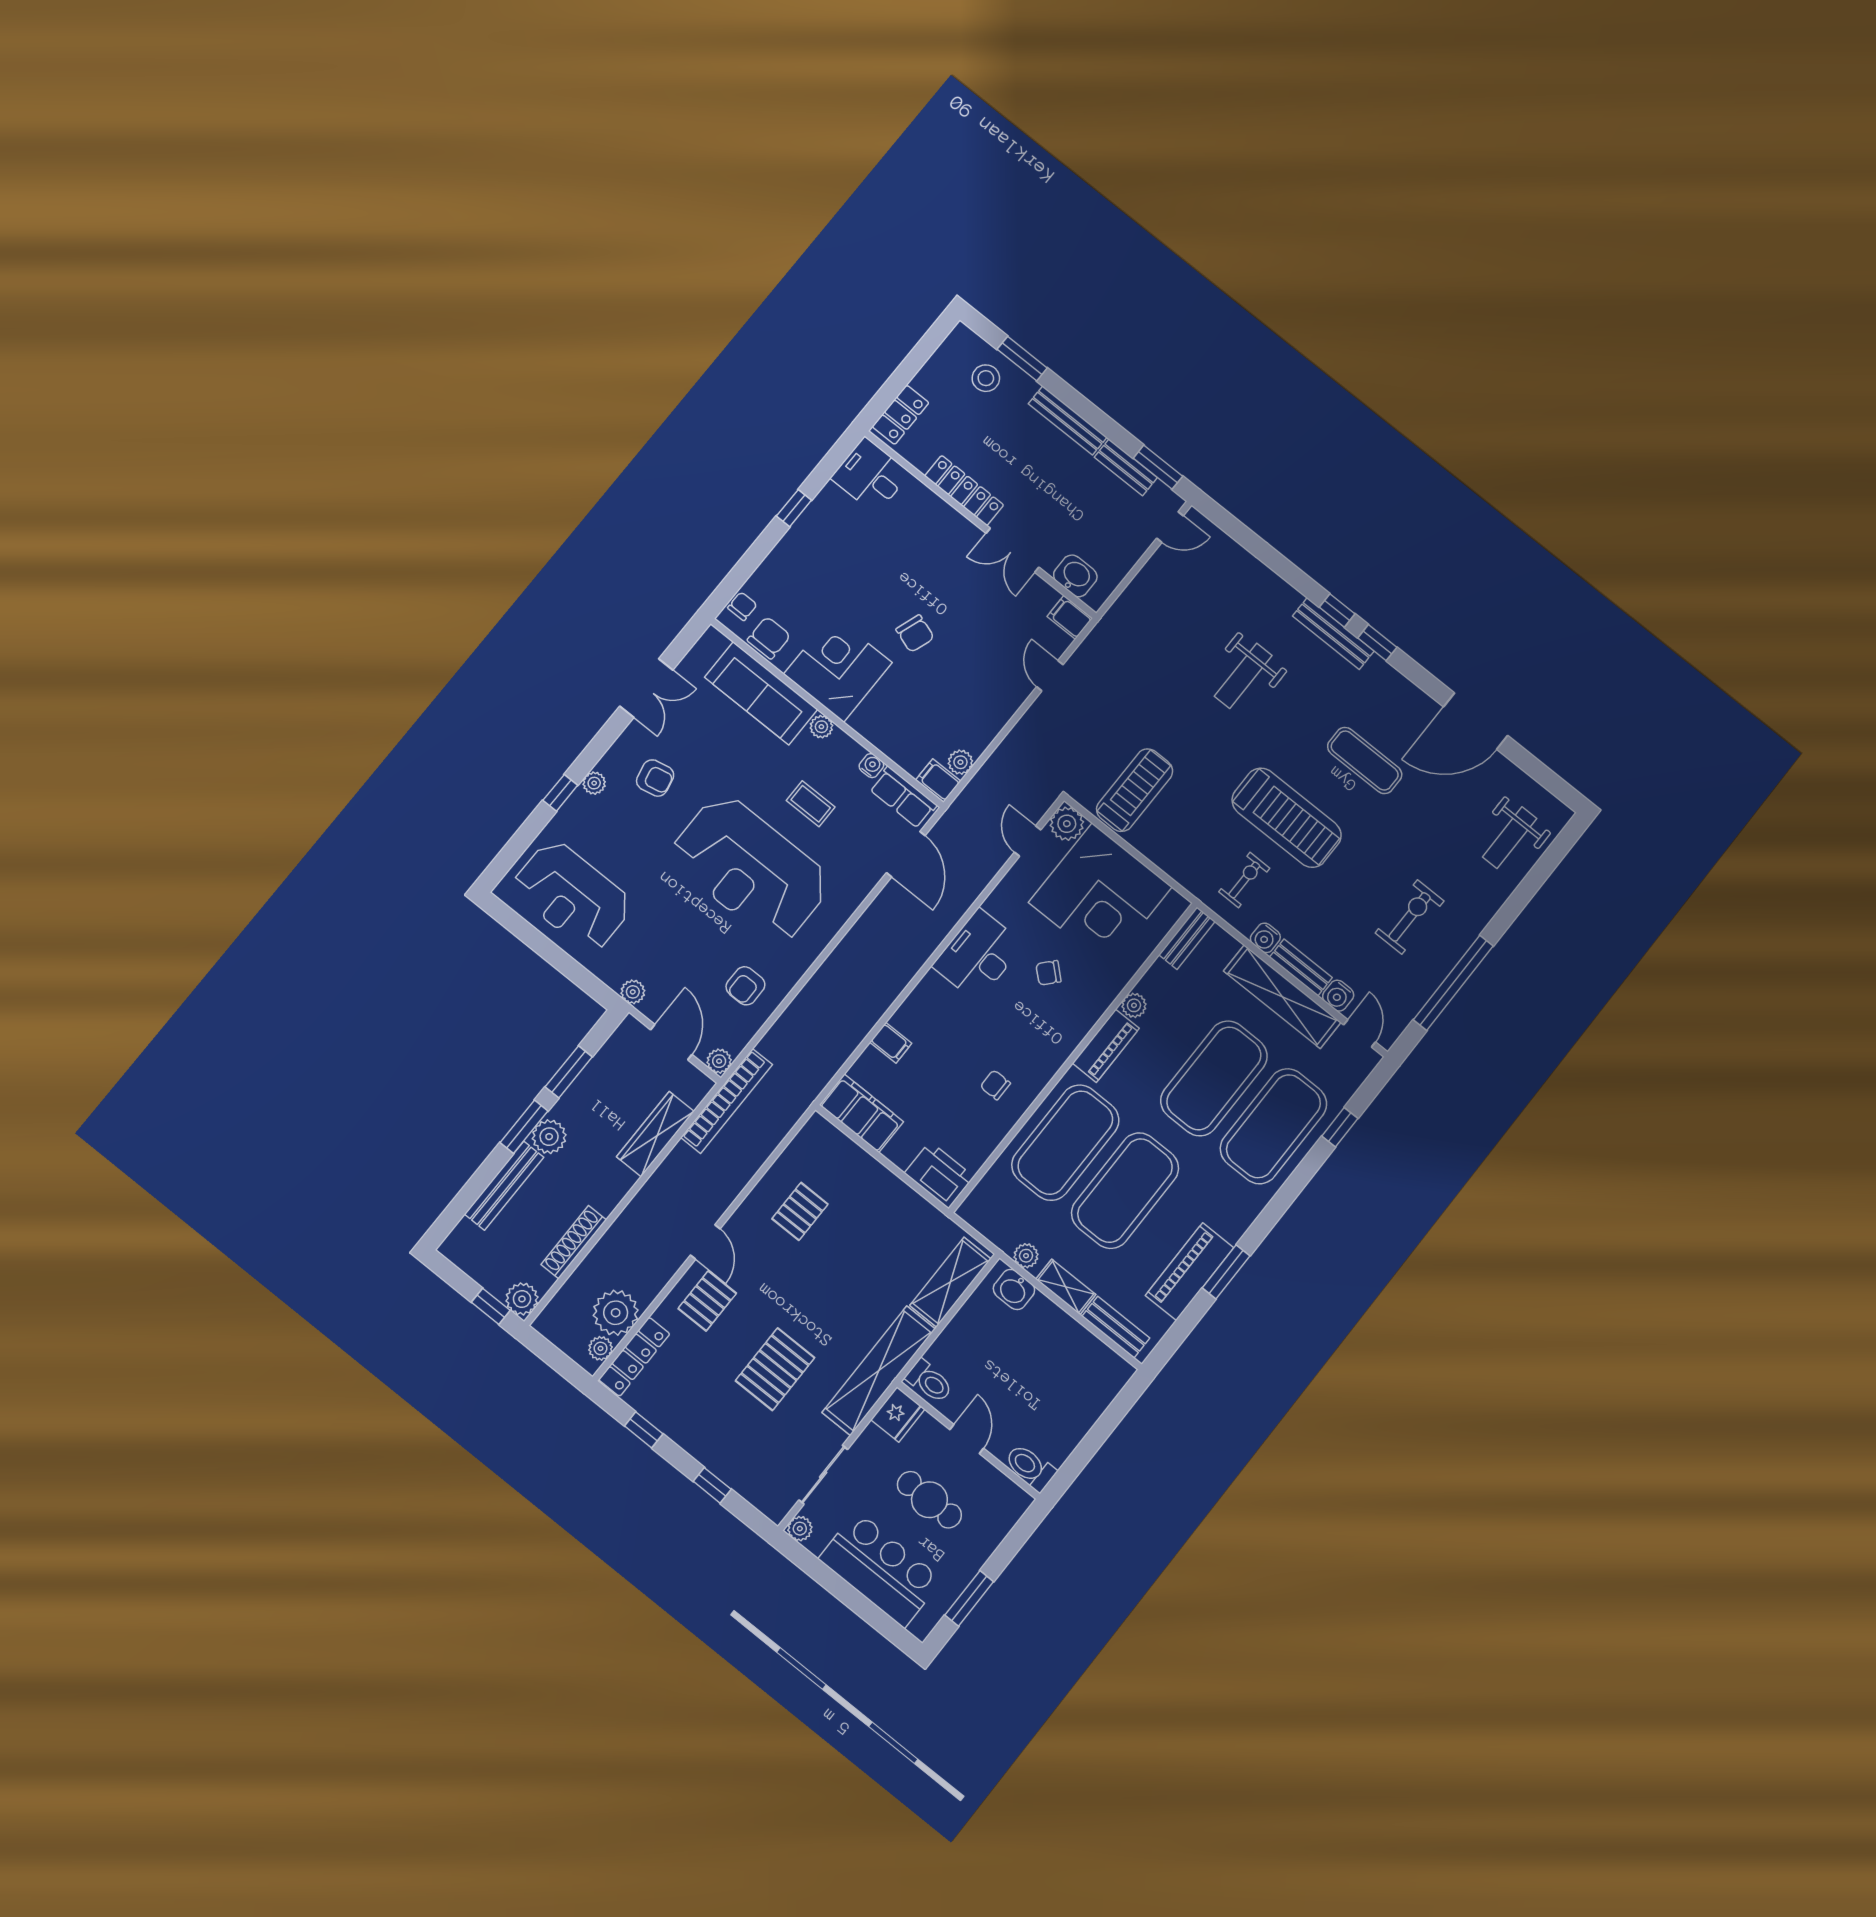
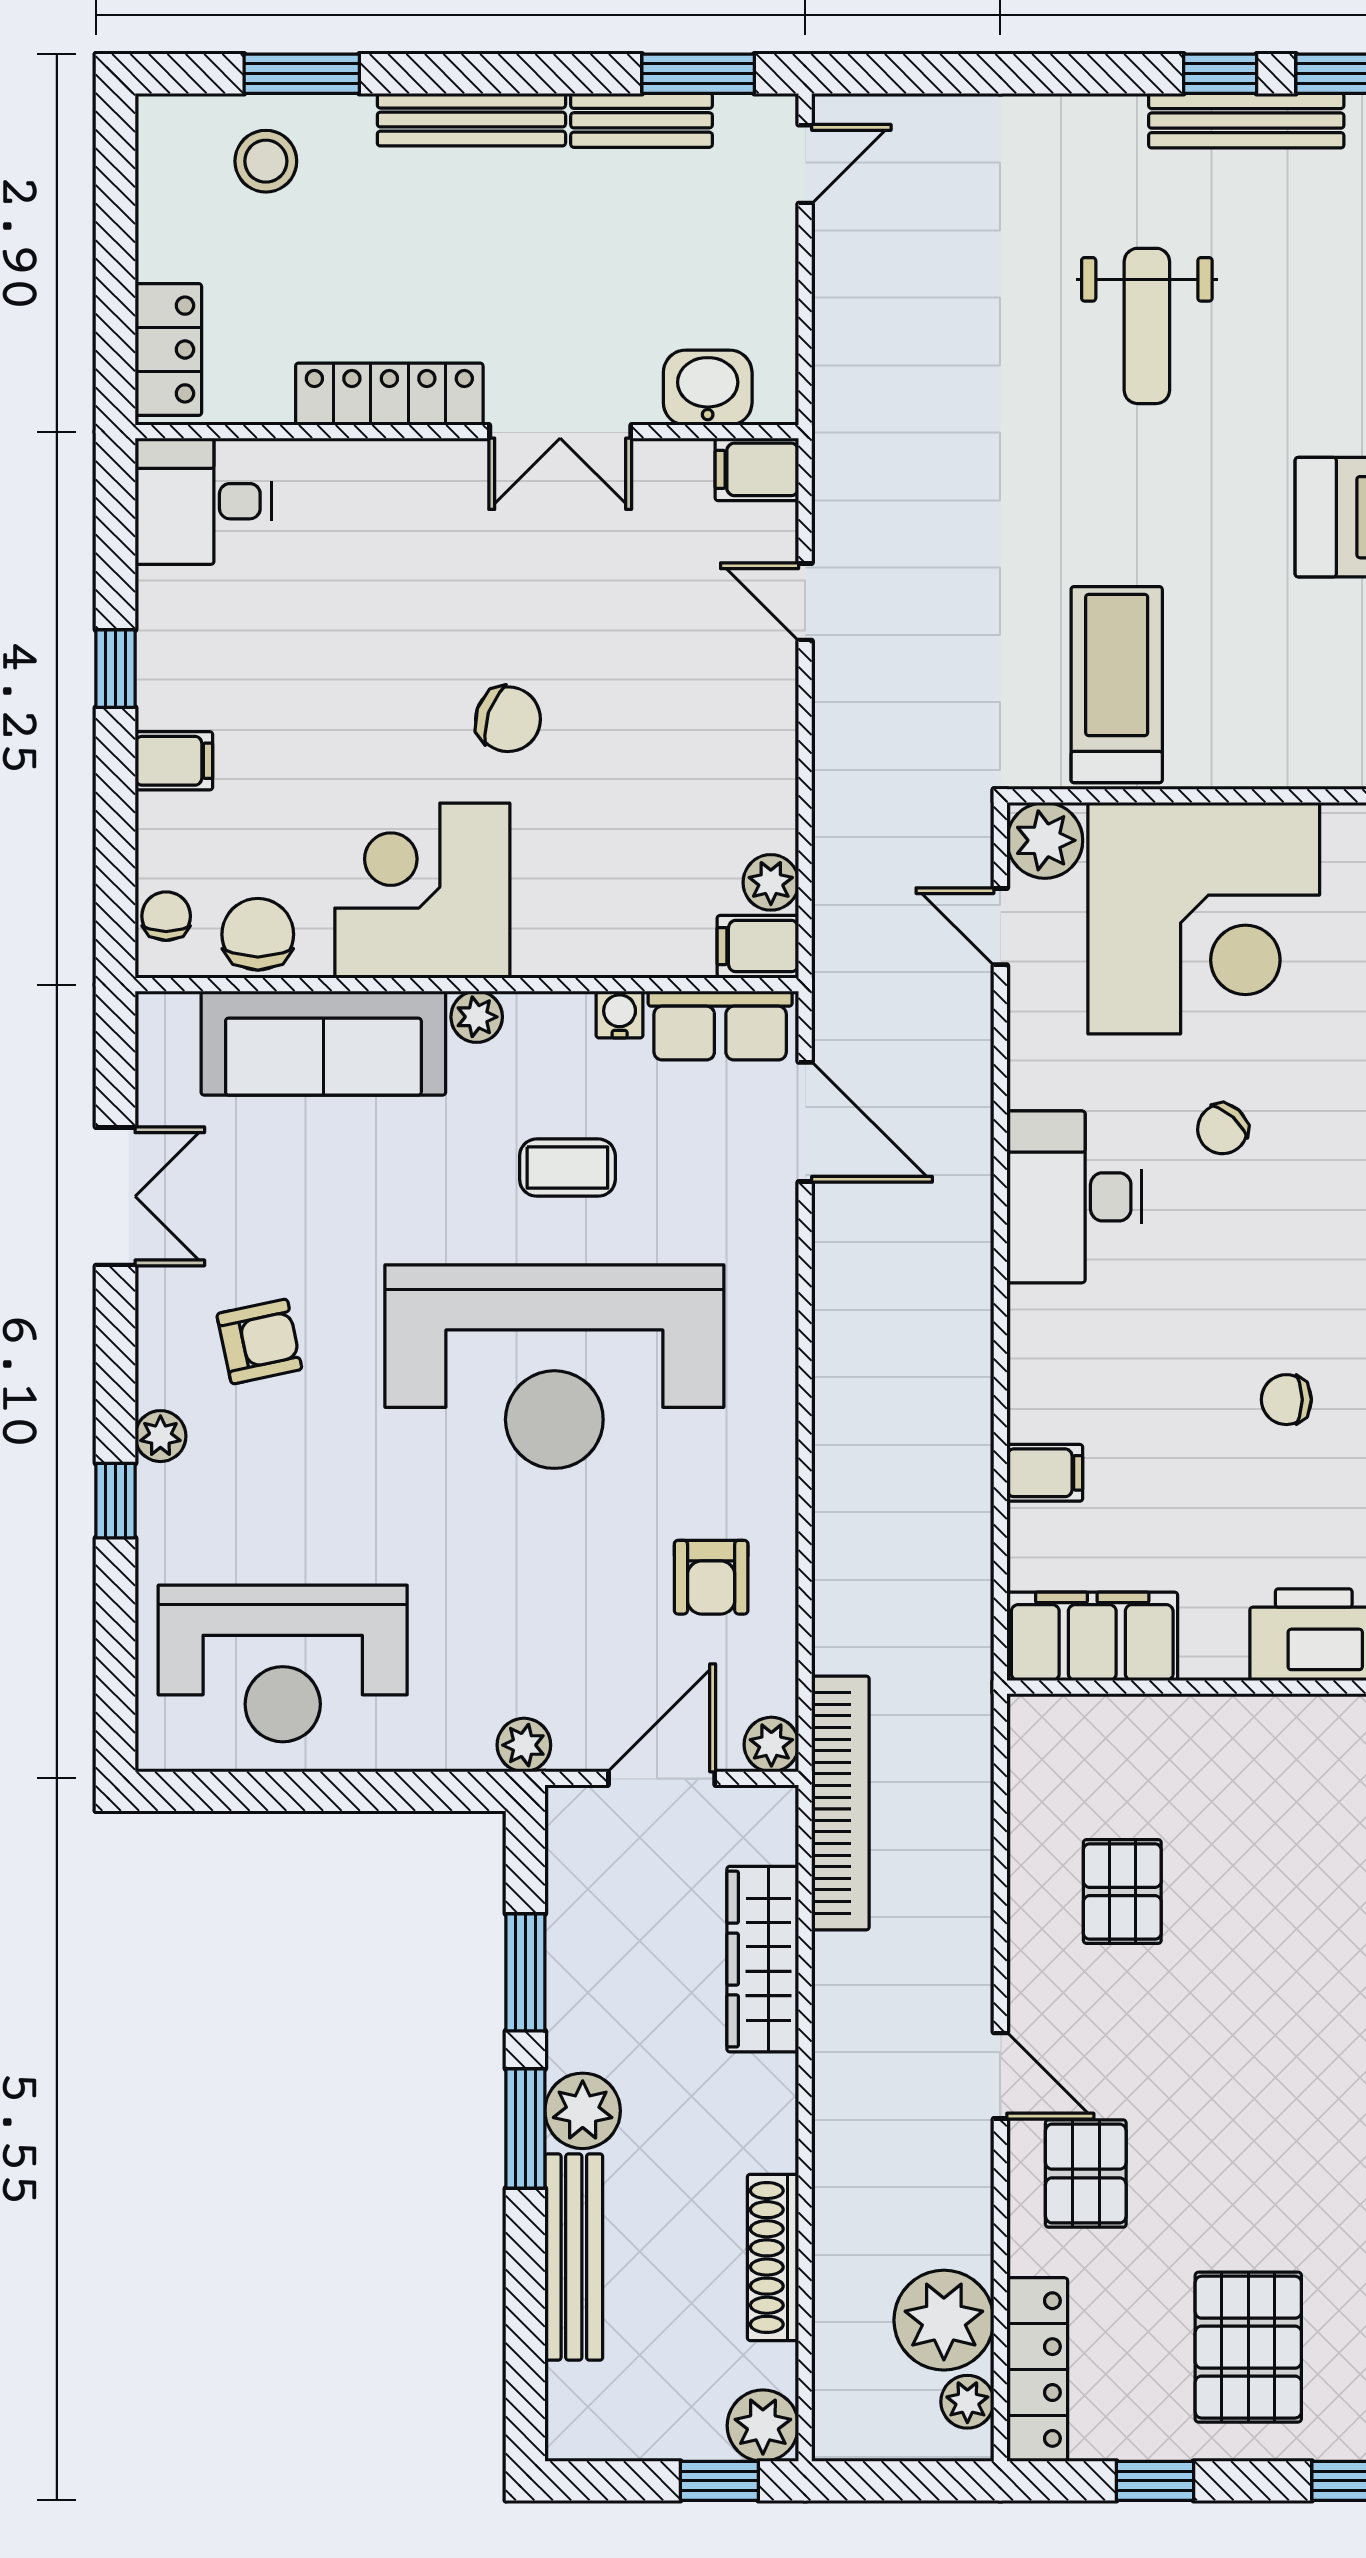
filing cabinet: (788, 555) -> (174, 761), added
door: (671, 1042) -> (662, 1778), hinge flipped
pallet: (775, 1369) -> (1248, 2347), moved

